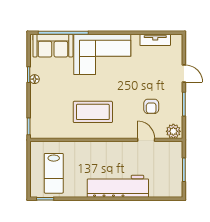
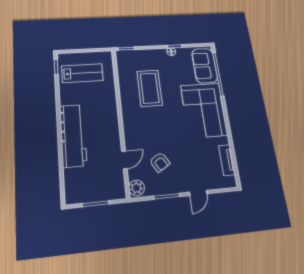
armchair: (151, 106) -> (160, 162), turned -121
coffee table: (93, 112) -> (150, 88), moved
lab bench: (54, 173) -> (82, 73), turned 180

